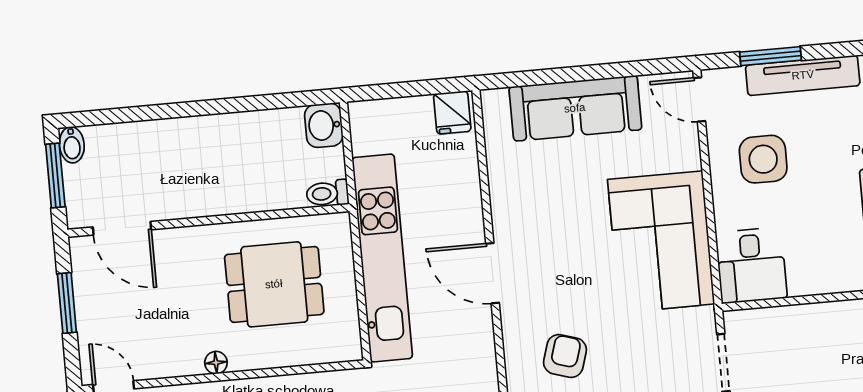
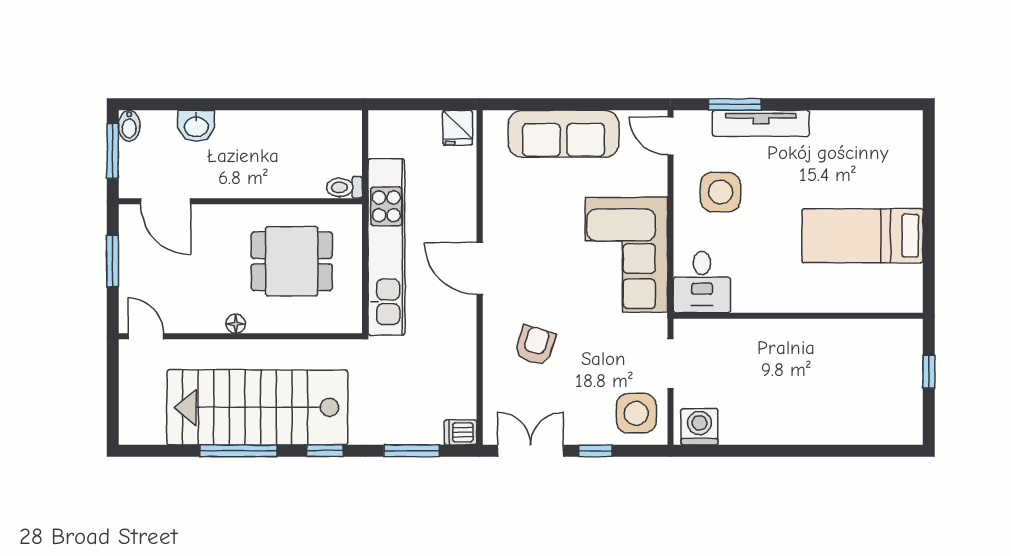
washbasin: (324, 125) -> (196, 126), moved, turned -90

